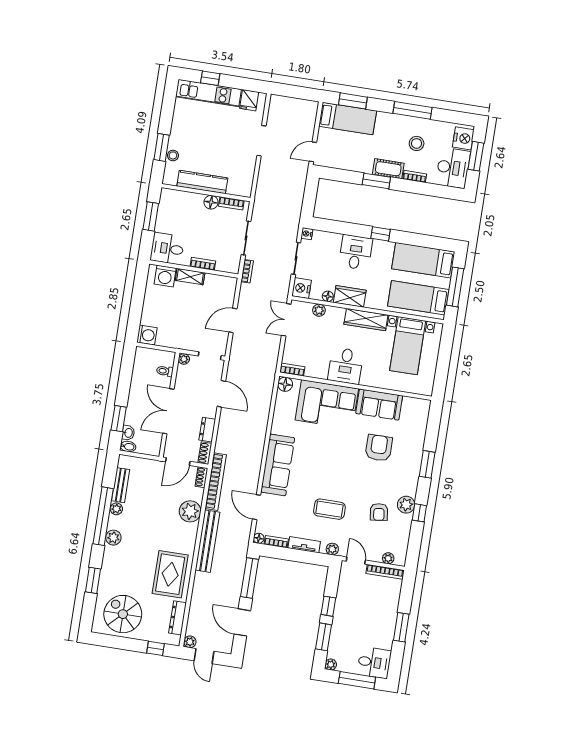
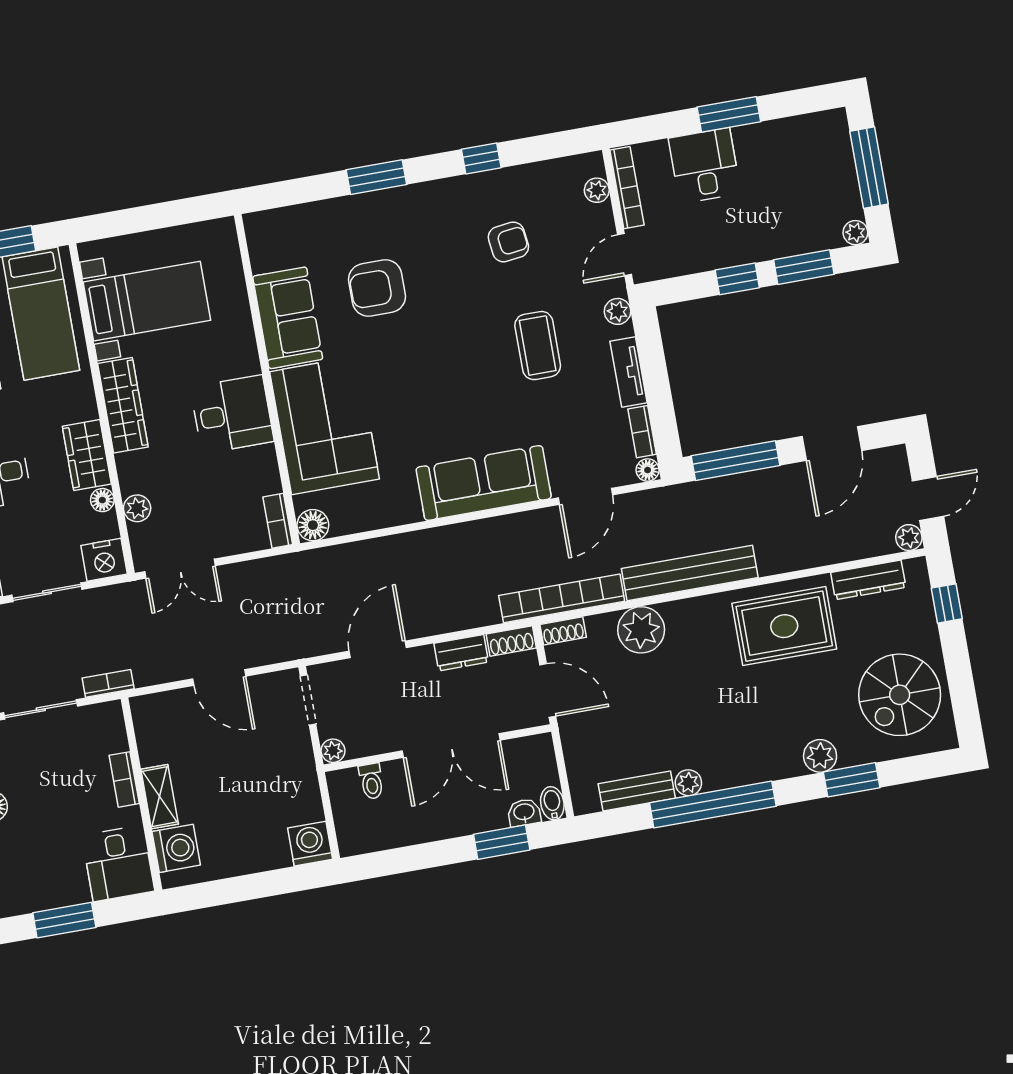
plant: (406, 505) -> (474, 191), removed
plant: (113, 538) -> (820, 756), moved
desk: (374, 663) -> (705, 166), moved

